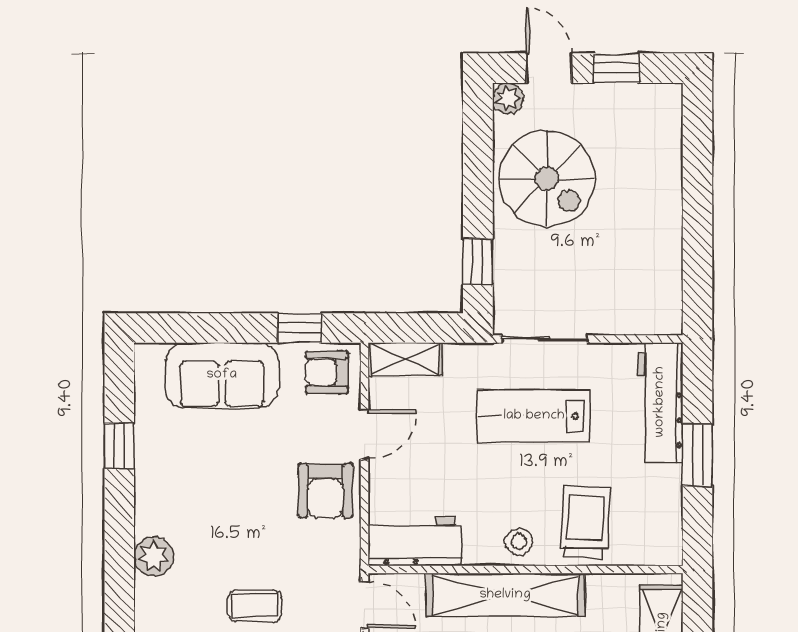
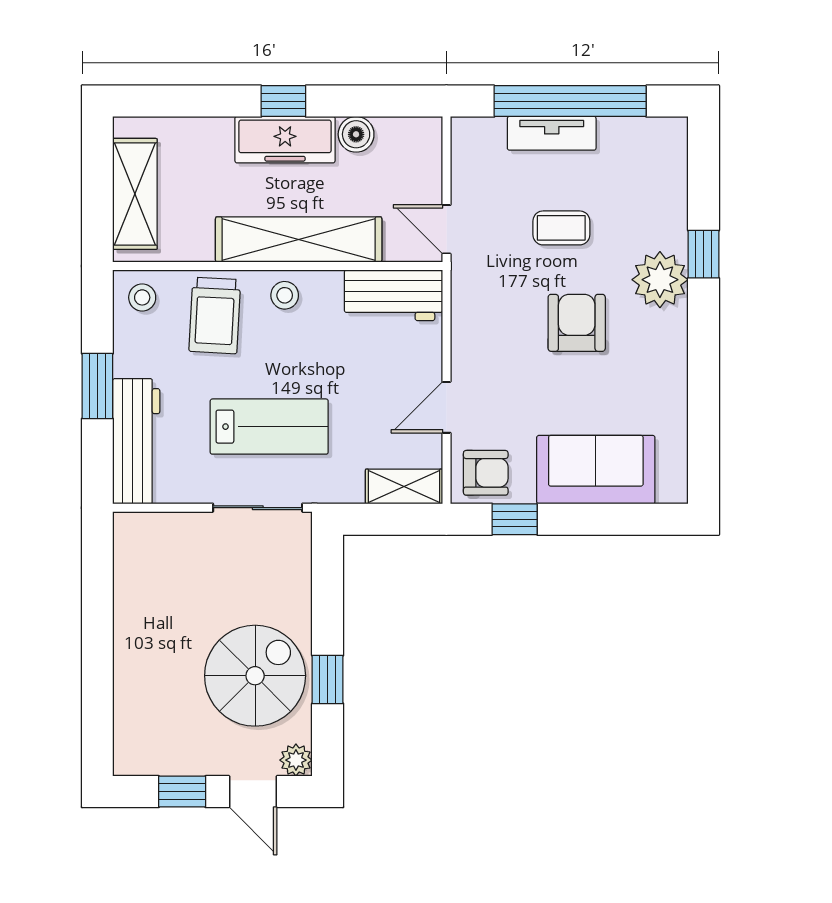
spiral stairs: (547, 179) -> (255, 676), turned 90
window: (478, 262) -> (328, 679), moved
window: (119, 446) -> (703, 254), moved
armchair: (325, 491) -> (577, 323), moved
stool: (655, 539) -> (142, 297), added
plant: (154, 556) -> (660, 280), width x1.36, depth x1.36

